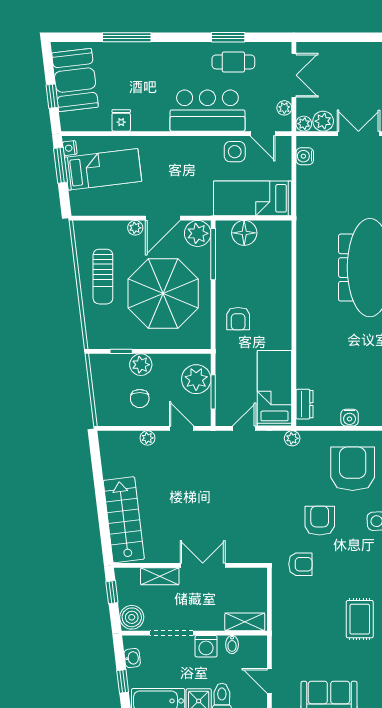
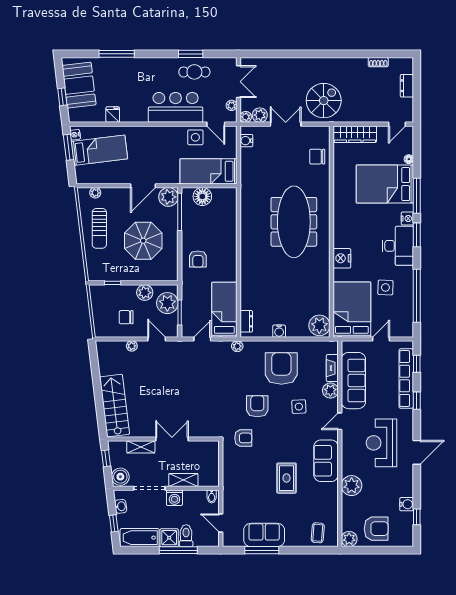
plant: (135, 228) -> (95, 193), moved
parasol: (163, 294) -> (143, 241), width x0.73, depth x0.73
plant: (141, 365) -> (145, 293), moved
chair: (140, 399) -> (126, 317), turned 90
shelving: (245, 622) -> (183, 480), moved
bidet: (232, 645) -> (212, 497), moved

